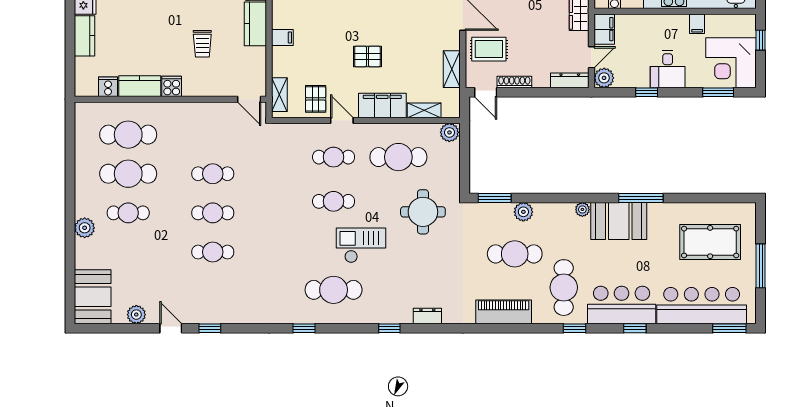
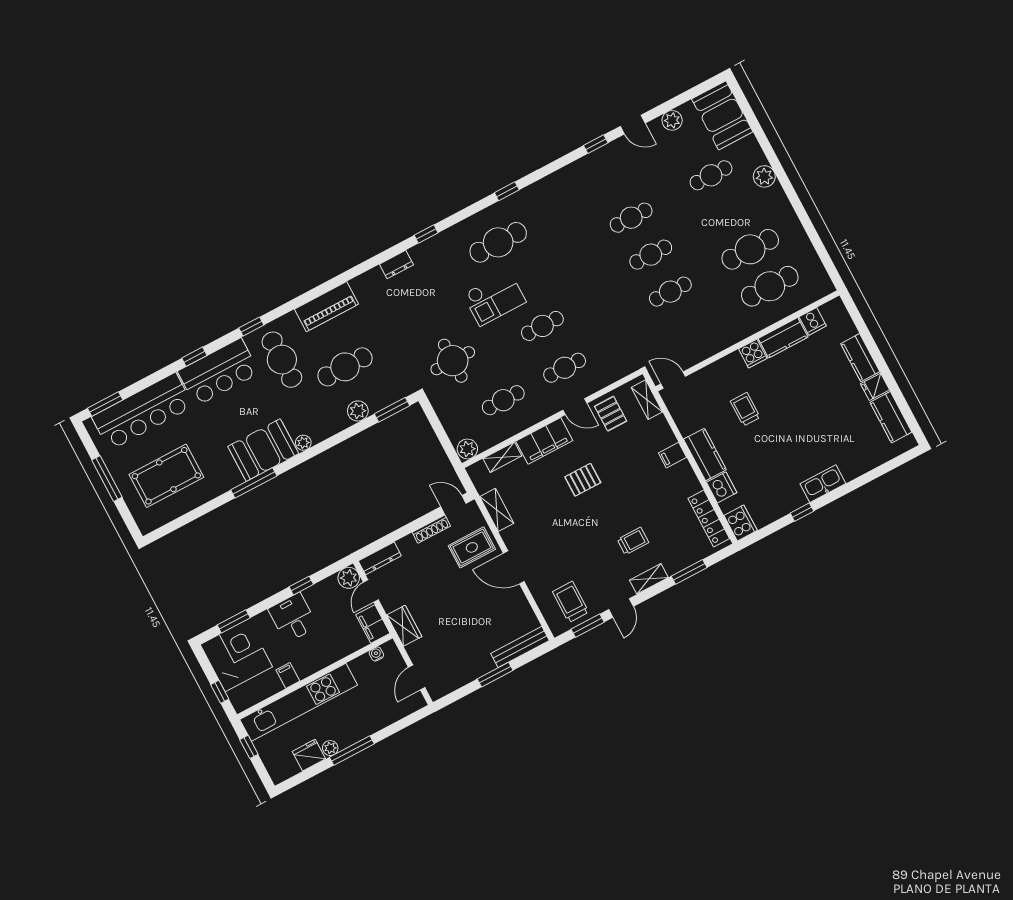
cafe table: (398, 157) -> (503, 400), width x0.73, depth x0.74
cafe table: (128, 213) -> (711, 175), moved

